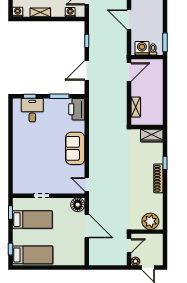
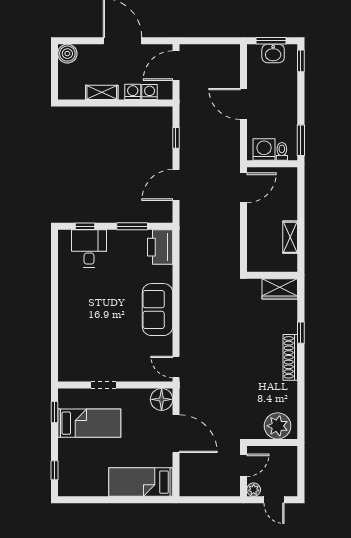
washing machine: (18, 12) -> (133, 92), moved
shelving: (136, 107) -> (290, 237), moved
bed: (33, 255) -> (141, 482), moved, turned 180

